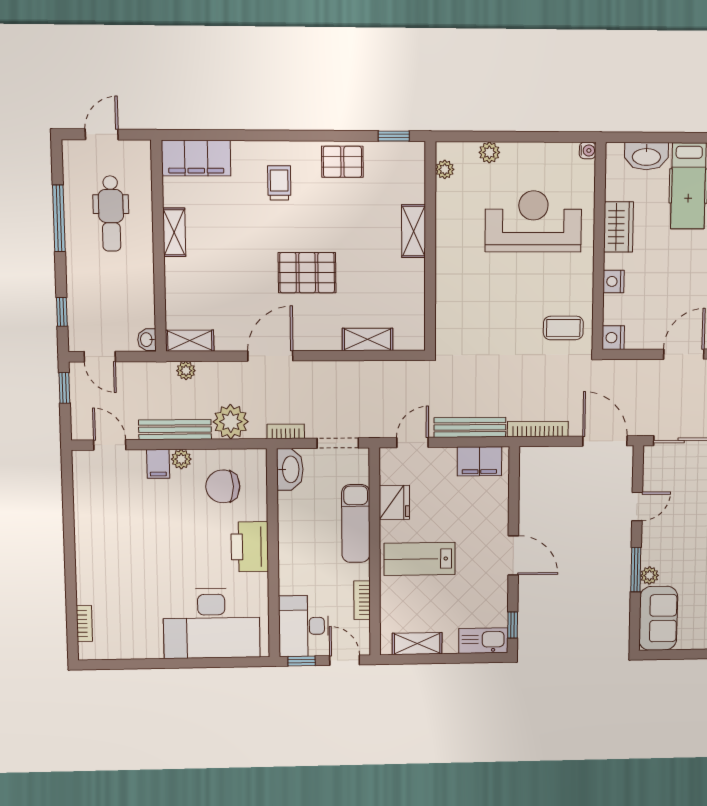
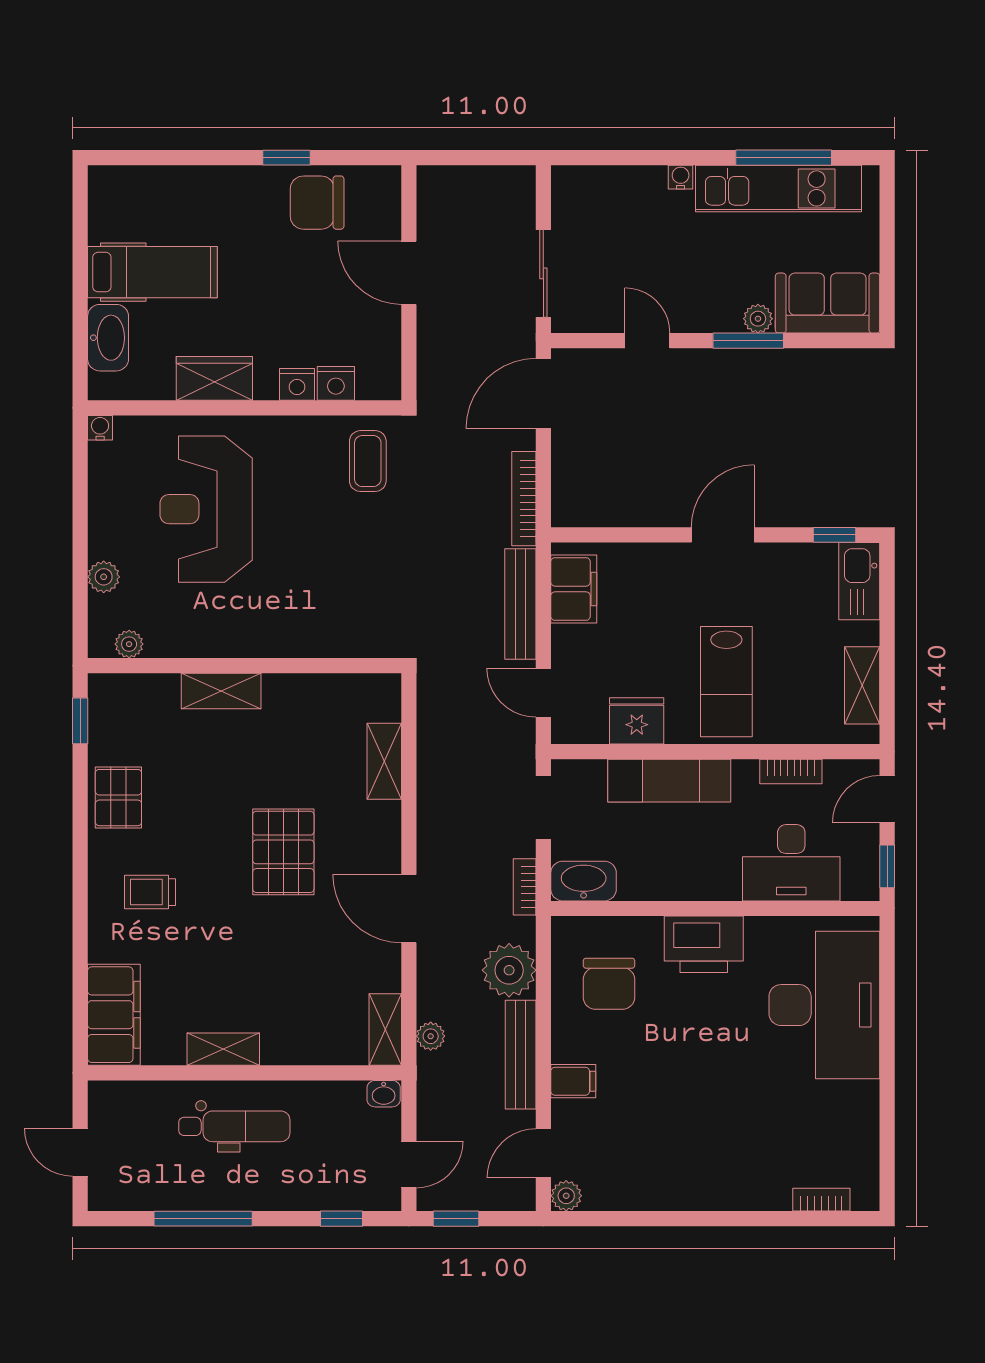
dental chair: (111, 214) -> (234, 1126), moved
nightstand: (613, 338) -> (336, 383), moved
plant: (181, 459) -> (566, 1196), moved
desk: (304, 626) -> (791, 863), moved

